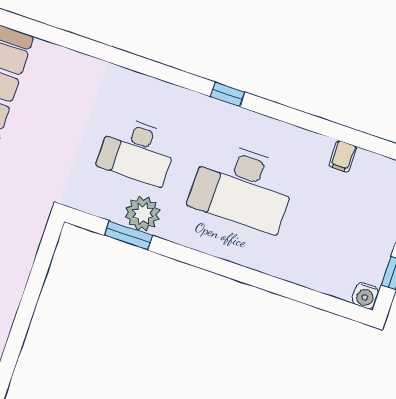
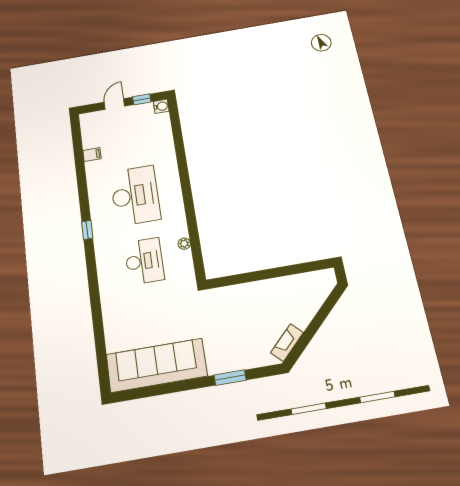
plant: (143, 213) -> (184, 244), width x0.53, depth x0.53
window: (128, 235) -> (195, 241), removed

